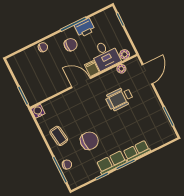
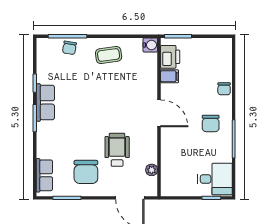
printer: (85, 28) -> (170, 57), moved, turned 180
plant: (125, 54) -> (167, 182), removed
desk: (105, 55) -> (215, 179), moved, turned 180
filing cabinet: (92, 68) -> (170, 76), moved
door: (81, 83) -> (159, 113), hinge flipped
chair: (89, 141) -> (86, 172), moved
row of seats: (137, 151) -> (44, 175), moved

